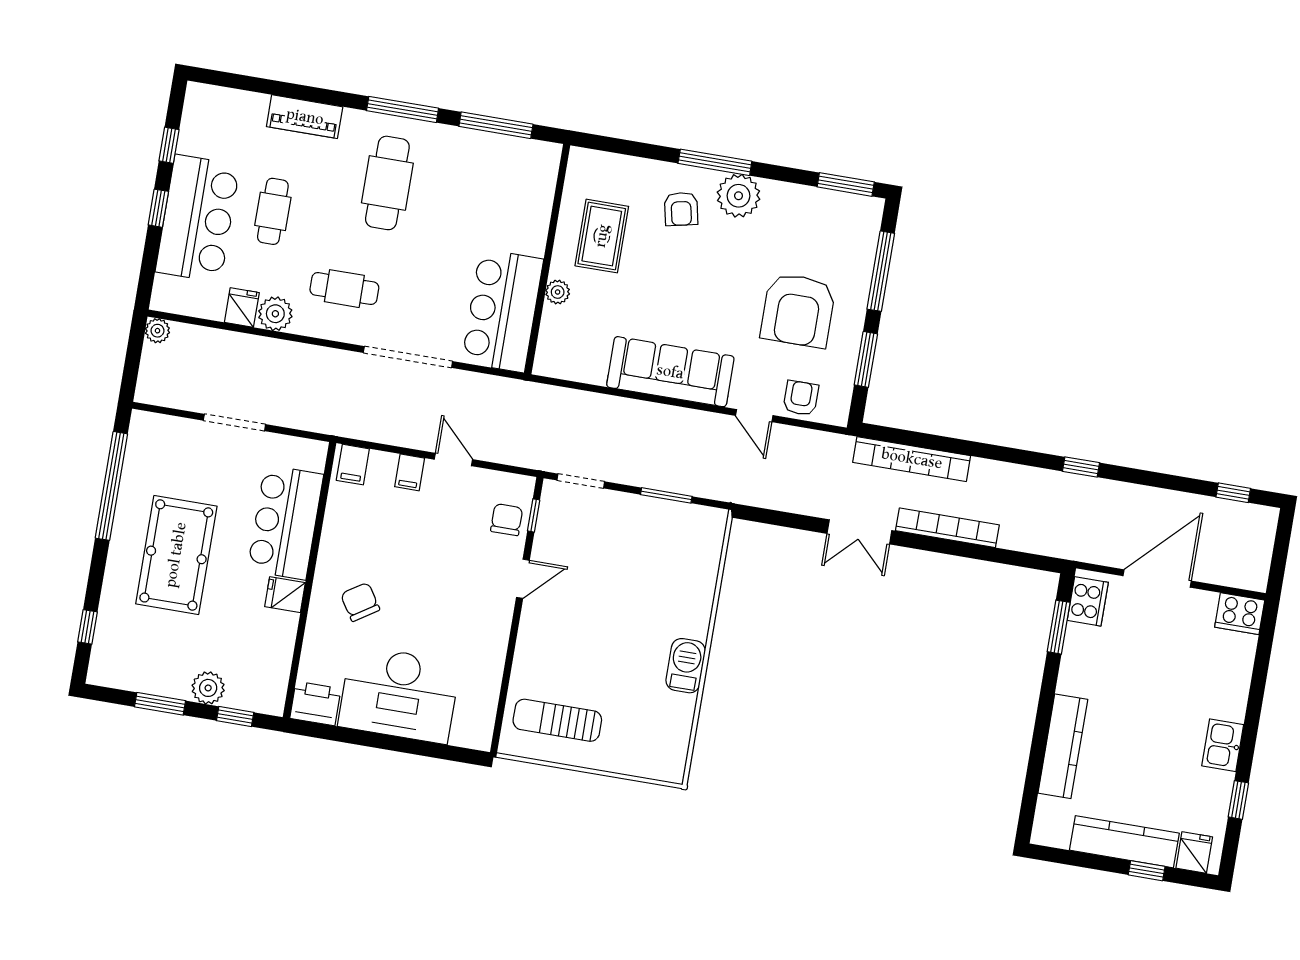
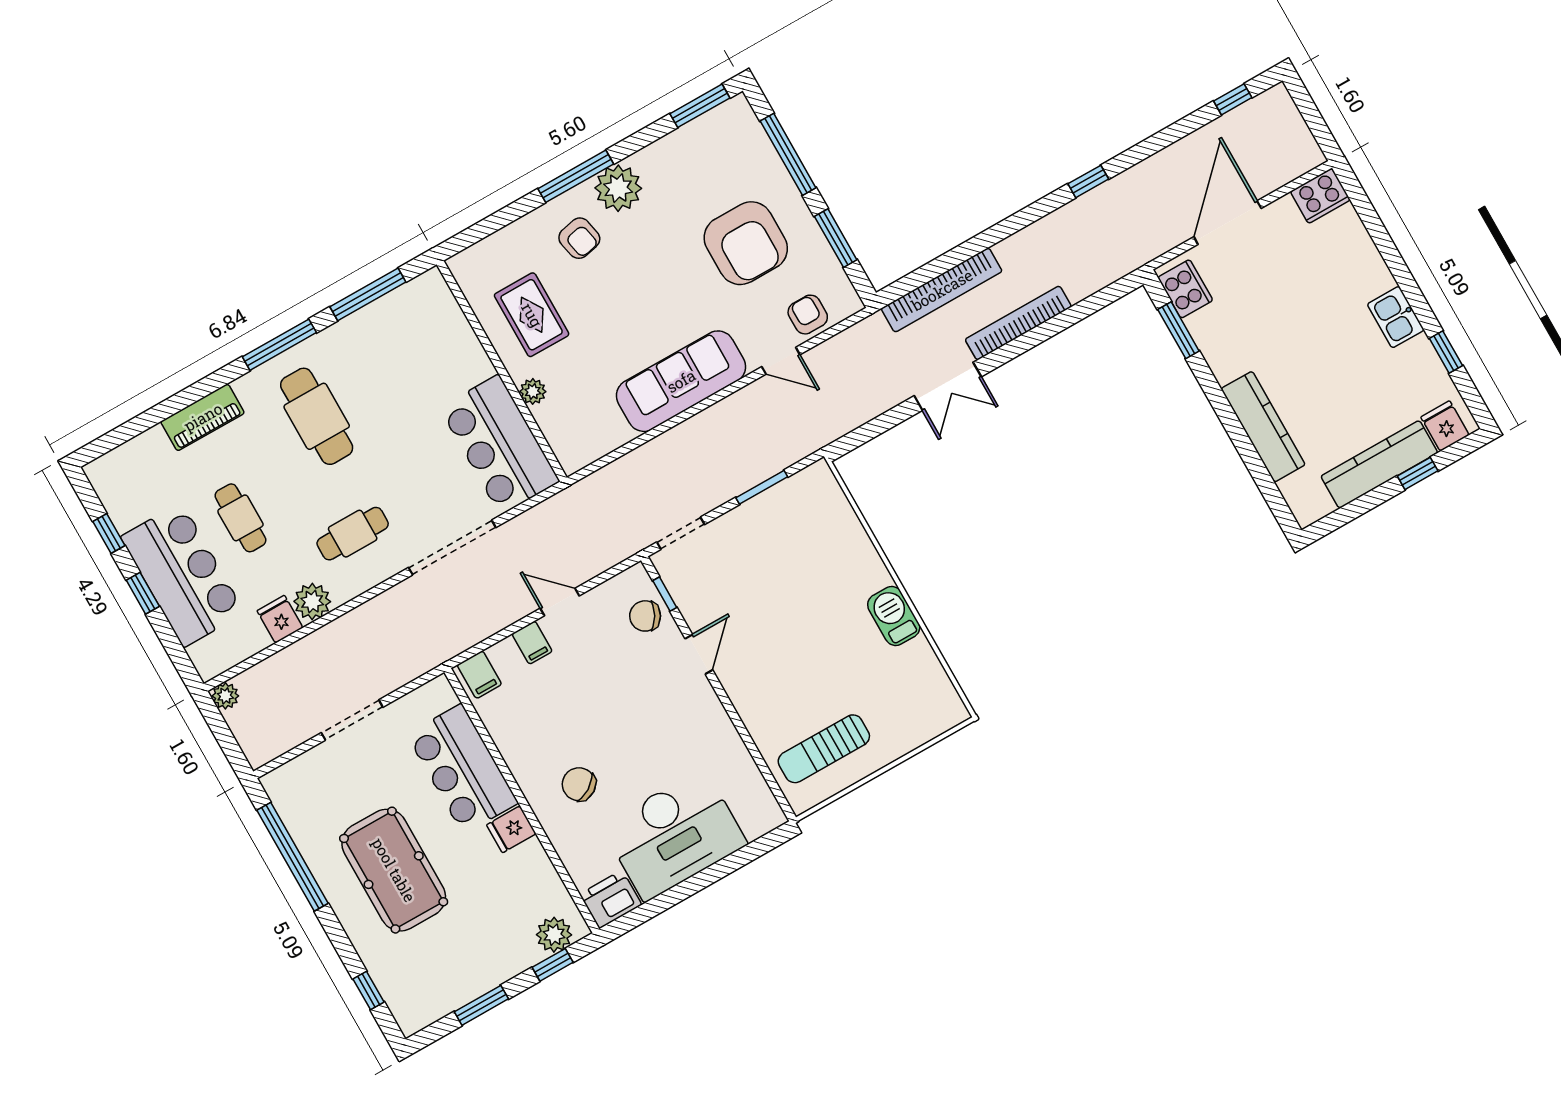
chair: (507, 520) -> (645, 616), turned -61
plant: (208, 688) -> (554, 935), moved

